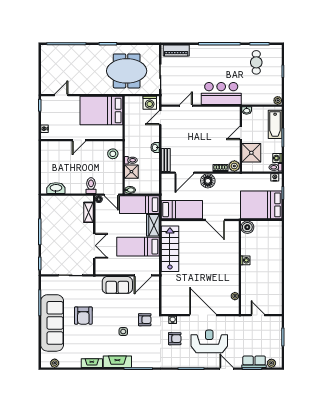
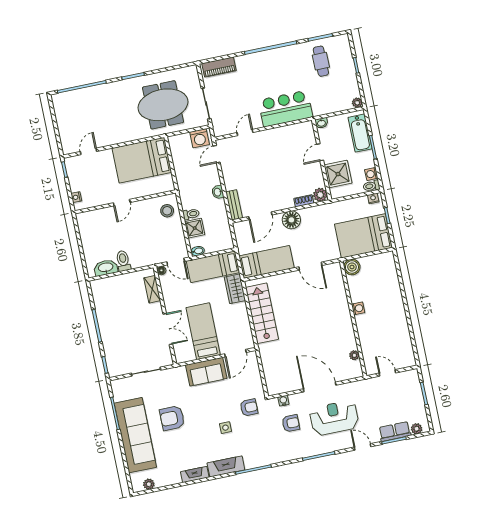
toilet: (91, 186) -> (123, 261), moved
bed: (138, 247) -> (203, 331), moved, turned 90
armchair: (83, 316) -> (172, 418), turned 90

